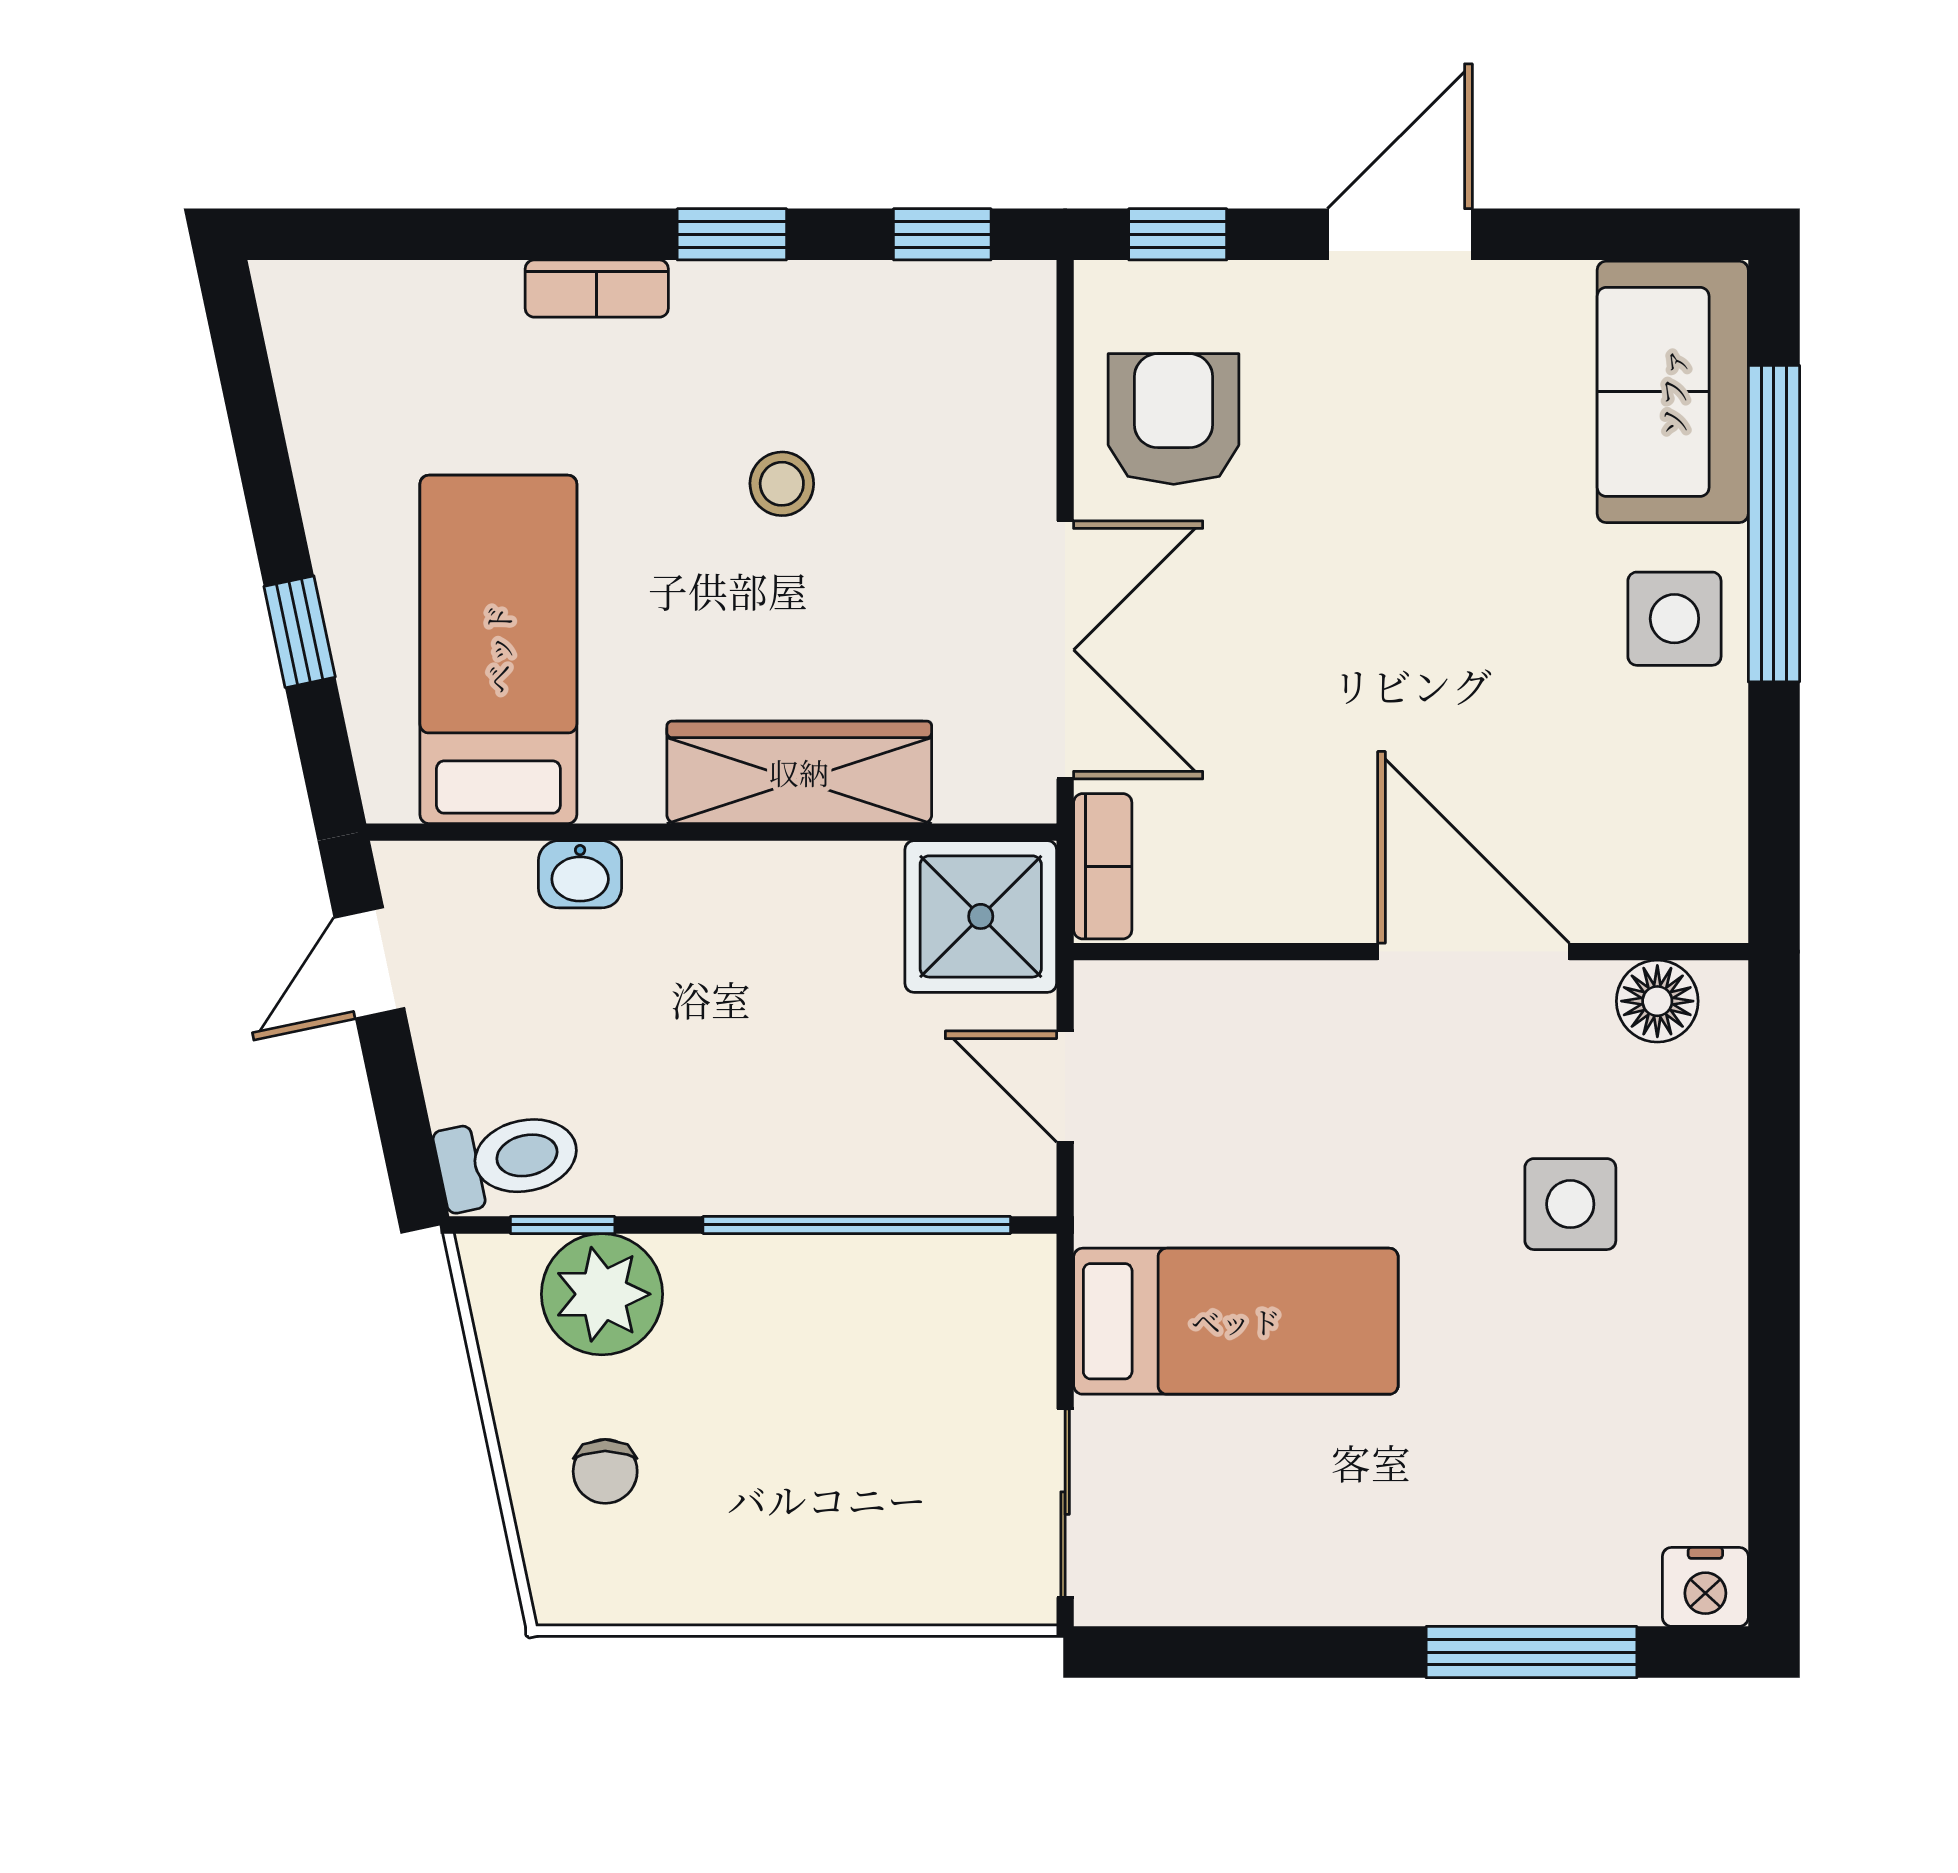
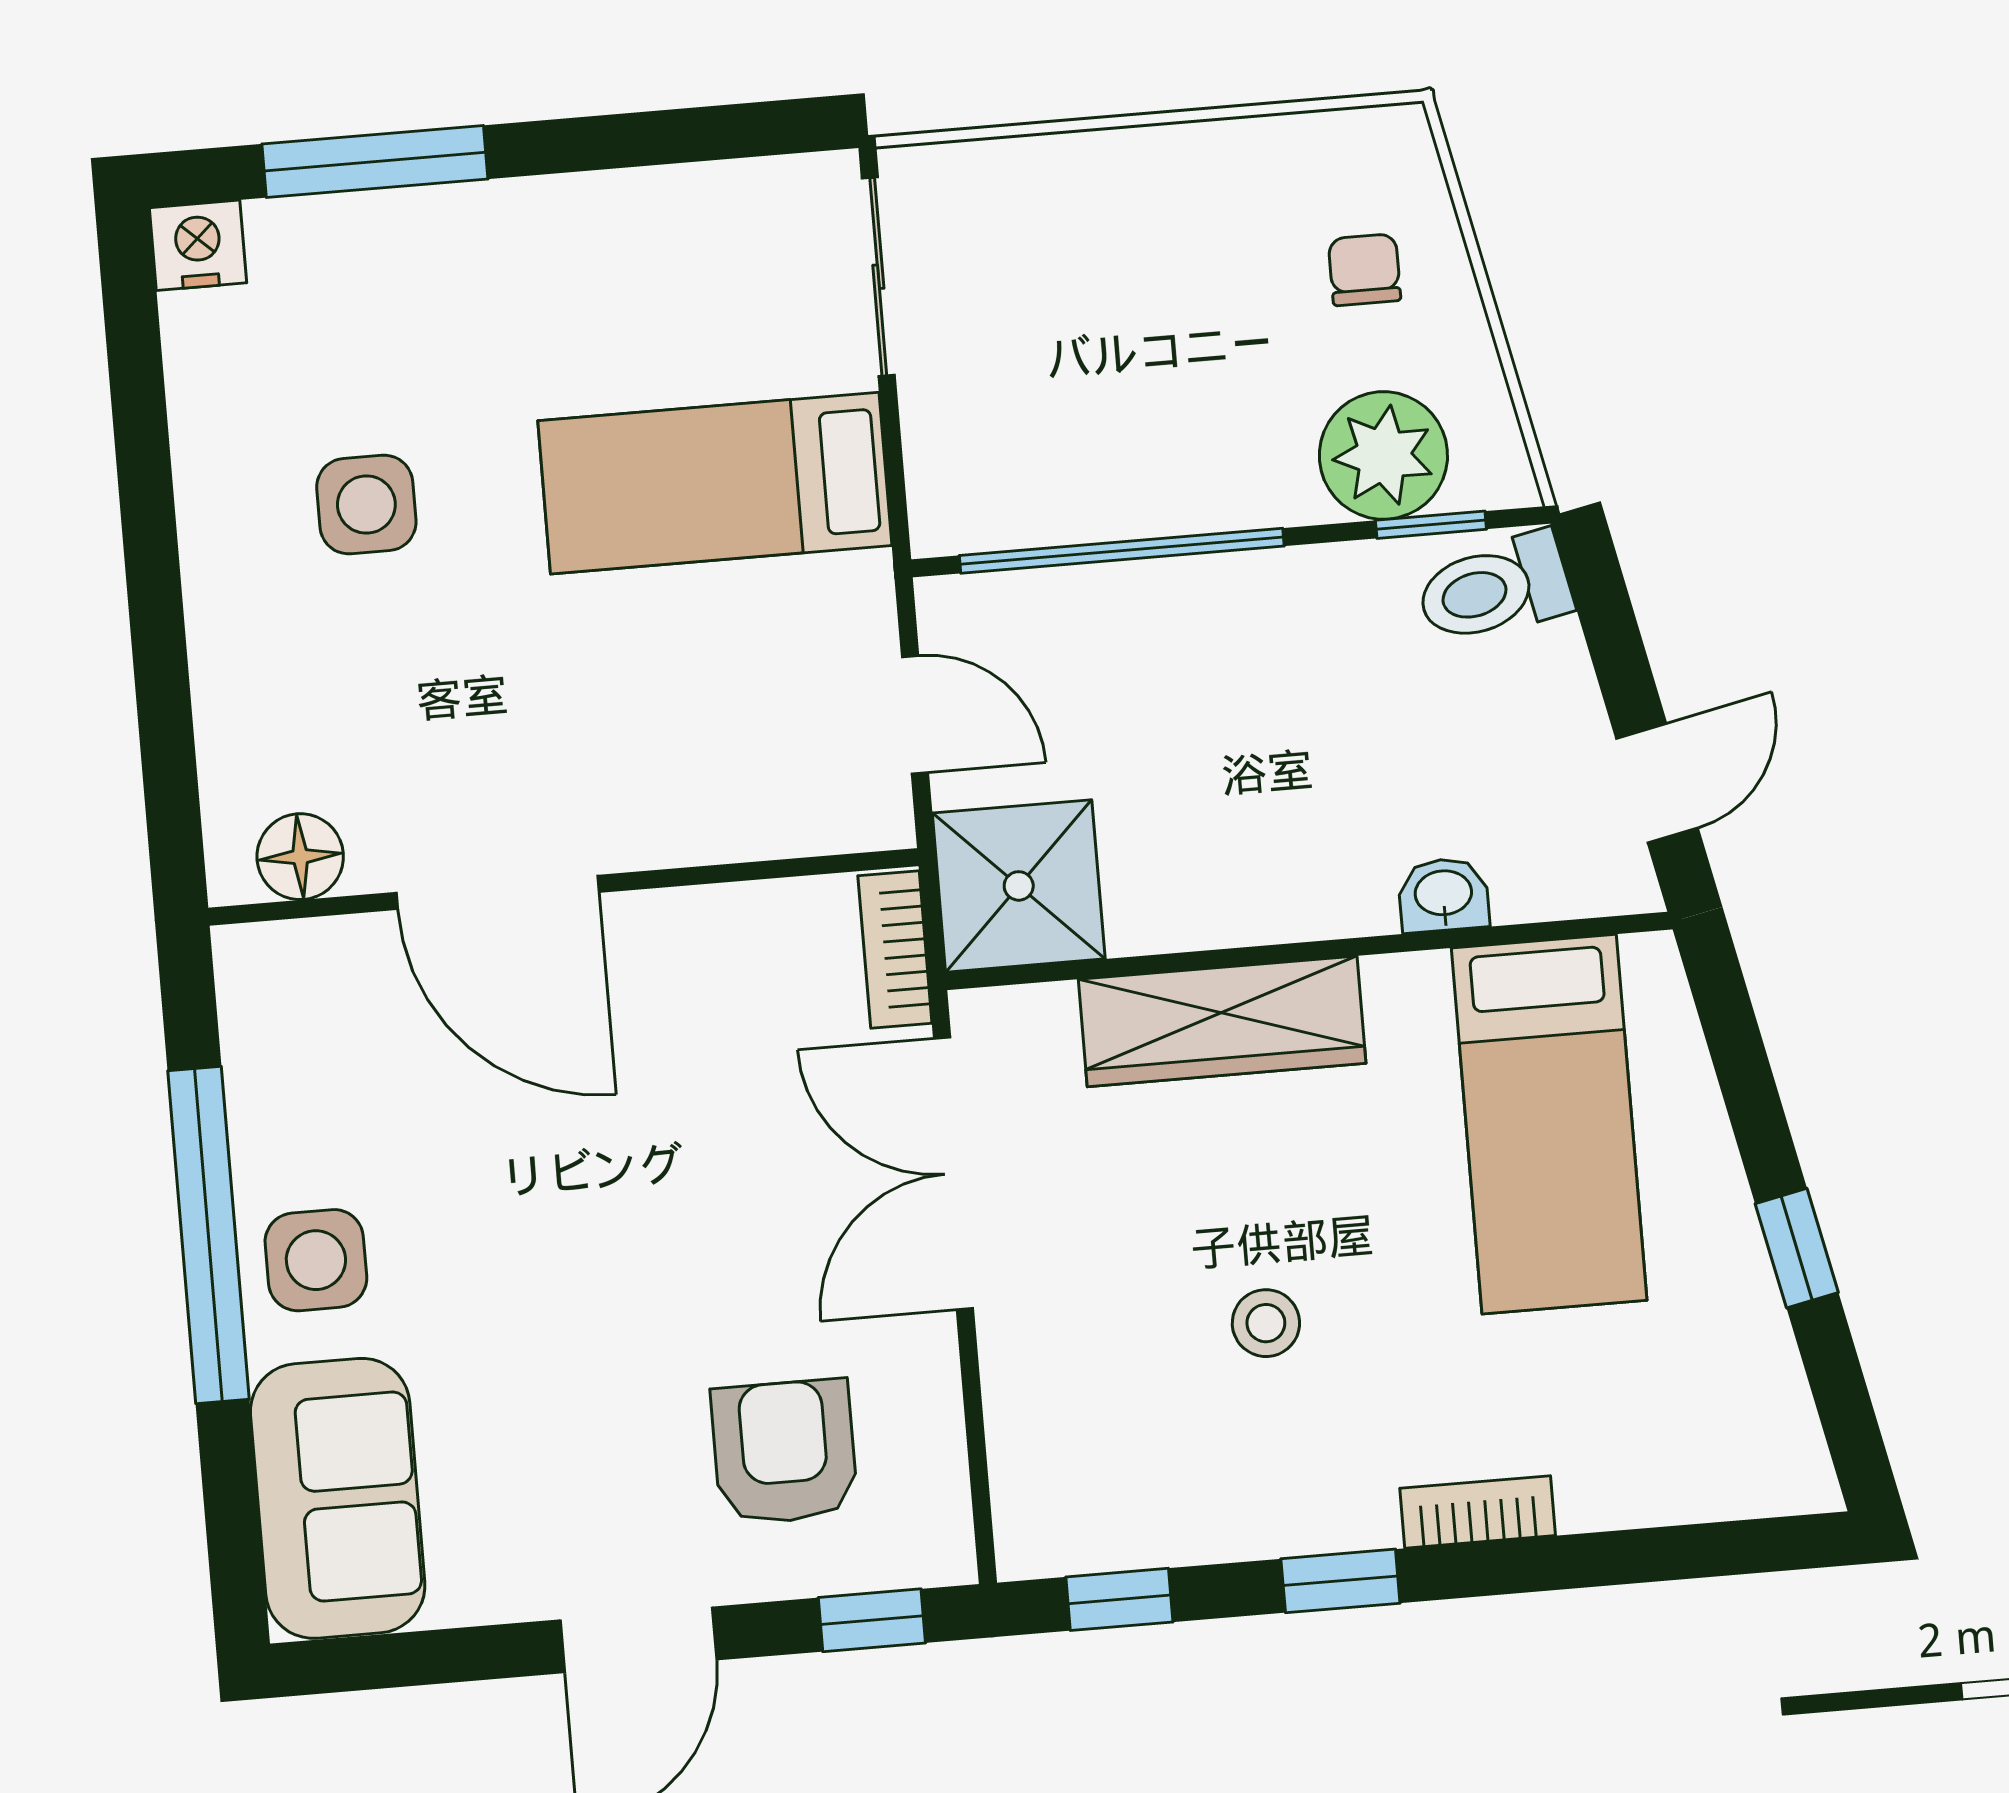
armchair: (1174, 419) -> (784, 1452), moved, turned 180
window: (1774, 524) -> (208, 1235), moved
window: (300, 632) -> (1797, 1248), moved
side table: (1570, 1204) -> (366, 504), moved

